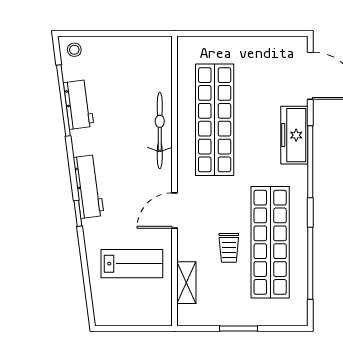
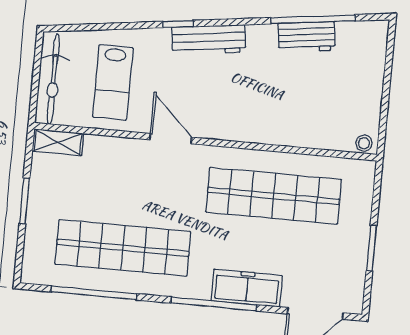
window: (251, 33) -> (371, 248), added
stool: (74, 50) -> (364, 143), moved
bicycle: (160, 130) -> (53, 79), moved, turned 90
trolley: (229, 248) -> (121, 199), removed
shelving: (186, 283) -> (58, 142), moved

